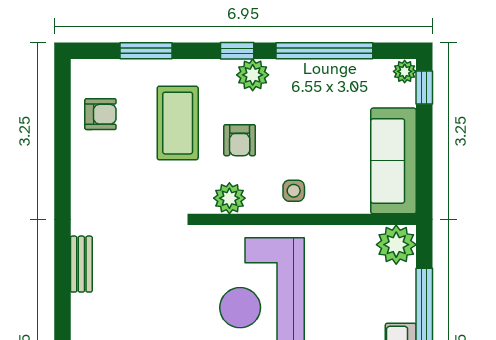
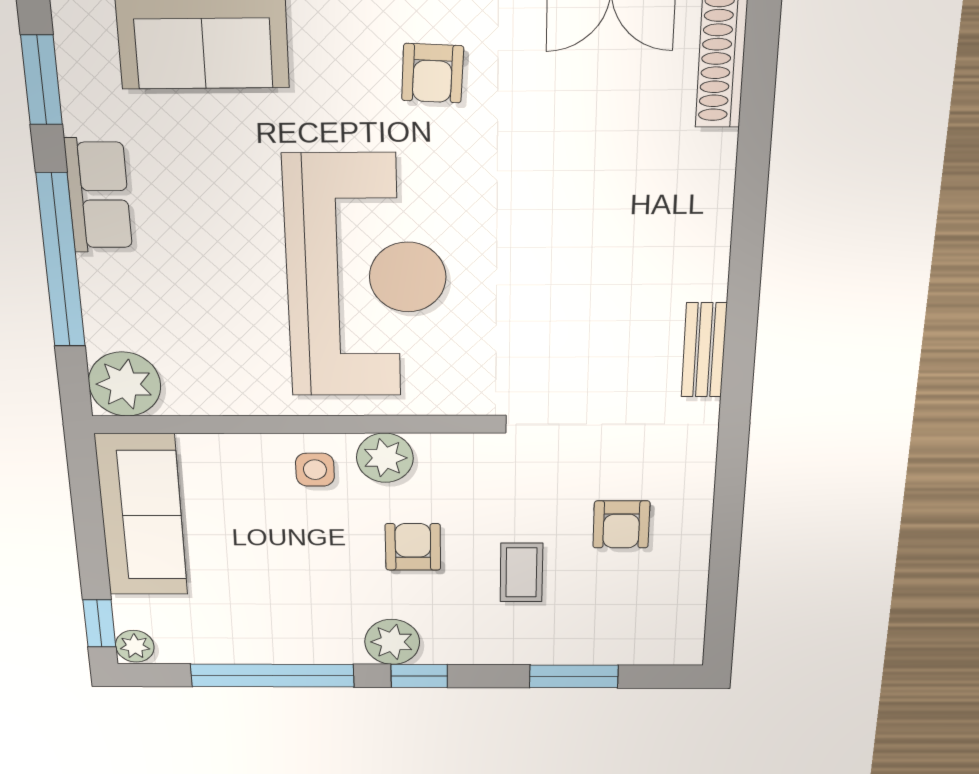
armchair: (100, 114) -> (621, 524), moved, turned -90
coffee table: (178, 123) -> (521, 572), width x0.54, depth x0.58
plant: (229, 198) -> (385, 458), moved

